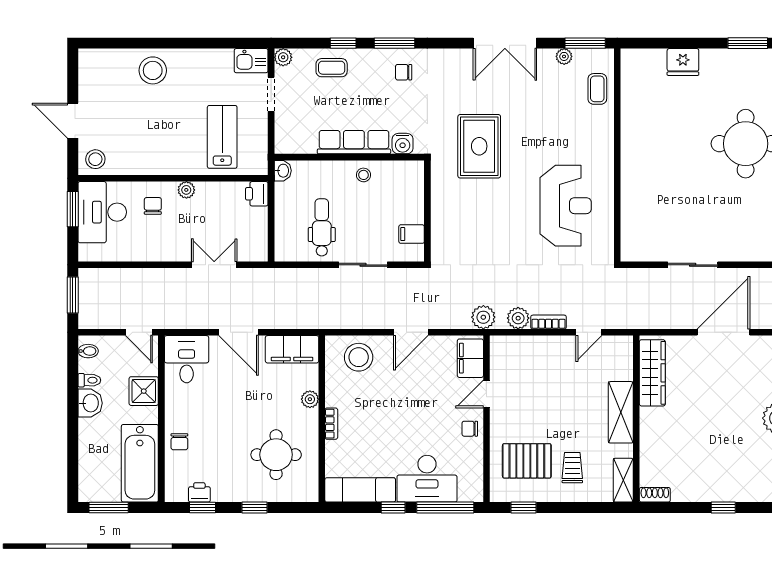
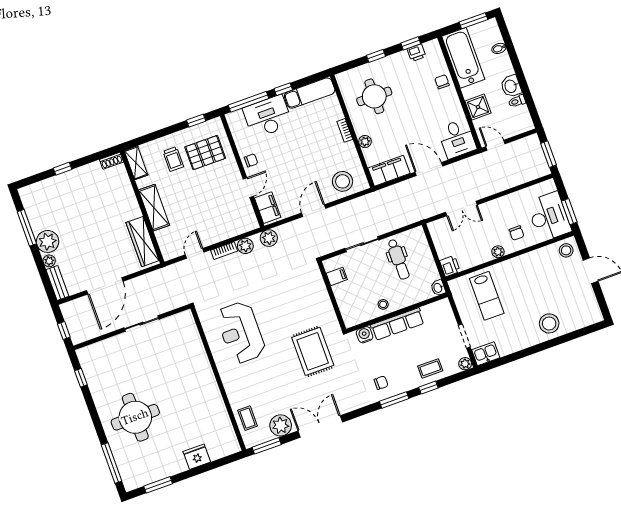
plant: (564, 56) -> (281, 425), width x1.88, depth x1.88
bidet: (88, 351) -> (499, 48), moved

